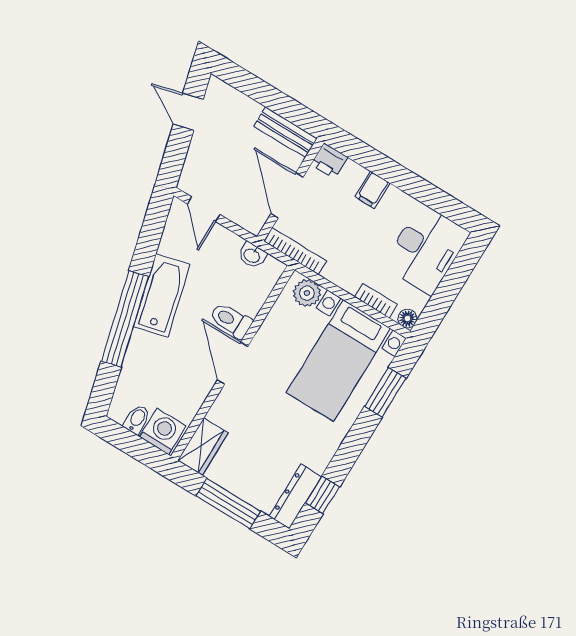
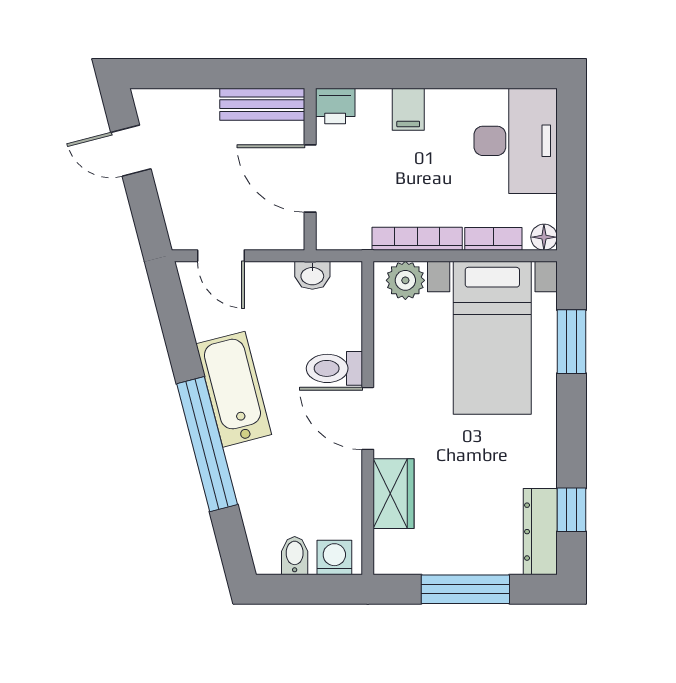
bookcase: (295, 251) -> (417, 239), moved
washing machine: (163, 431) -> (334, 557), width x0.73, depth x0.73
wardrobe: (203, 447) -> (394, 494), moved

